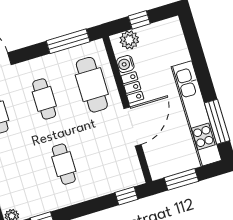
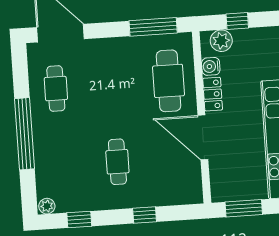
cafe table: (44, 99) -> (112, 85), removed
door: (132, 127) -> (203, 137), swing flipped
window: (126, 196) -> (145, 215), moved

